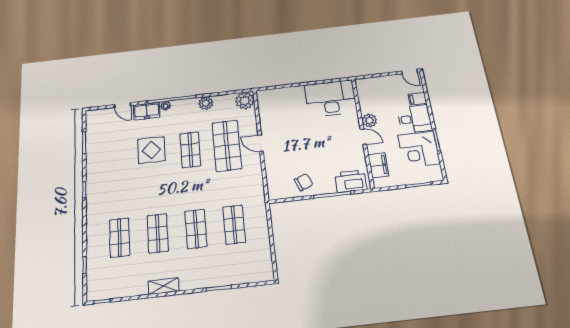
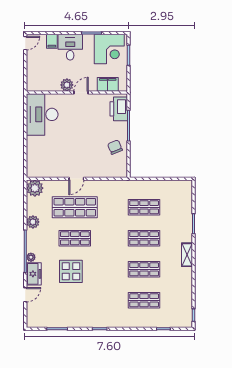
corner desk: (419, 149) -> (109, 49), moved
shelving: (163, 286) -> (187, 255), moved

